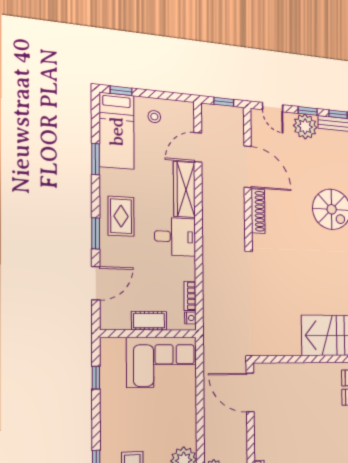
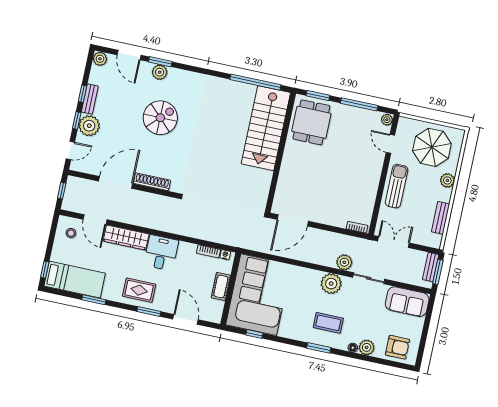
stool: (154, 117) -> (71, 233), moved
corner sofa: (162, 362) -> (259, 295), width x1.36, depth x1.36

